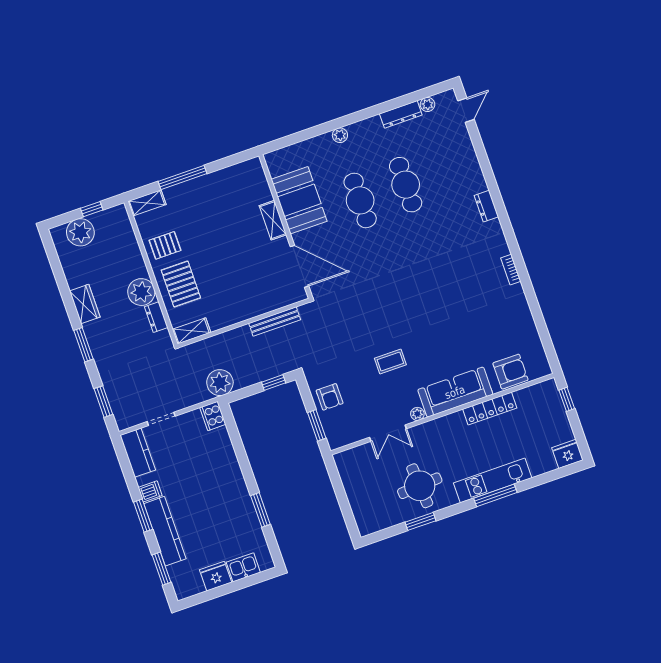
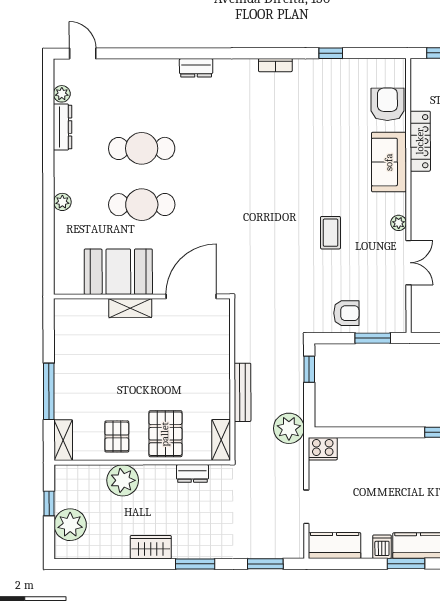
pallet: (181, 284) -> (165, 434), turned 90
plant: (141, 292) -> (123, 480), moved
window: (536, 311) -> (331, 53), added
bench: (275, 322) -> (243, 392), moved
sofa: (455, 392) -> (389, 162), width x0.73

